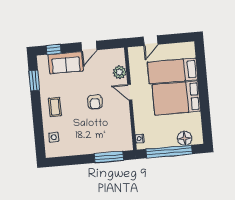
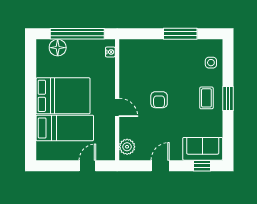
sofa: (66, 63) -> (203, 149), moved
plant: (120, 72) -> (127, 147), moved
window: (34, 81) -> (228, 98), moved
armchair: (95, 102) -> (159, 100), turned 180
window: (109, 157) -> (180, 34), moved

